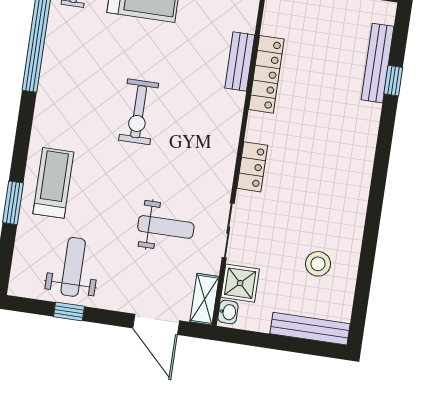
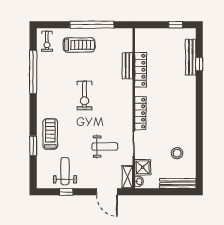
locker: (252, 167) -> (140, 113), width x1.53

